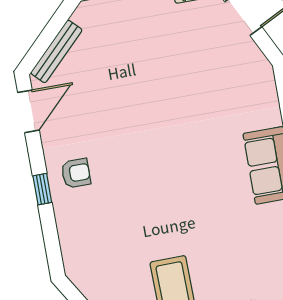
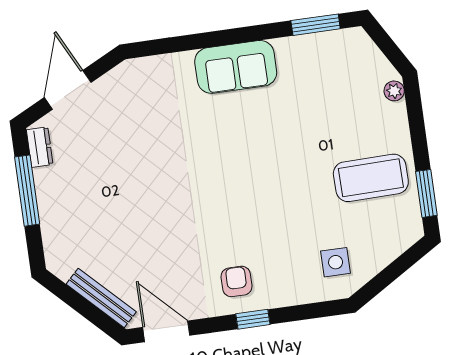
side table: (96, 262) -> (336, 262), added

